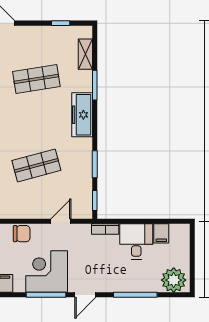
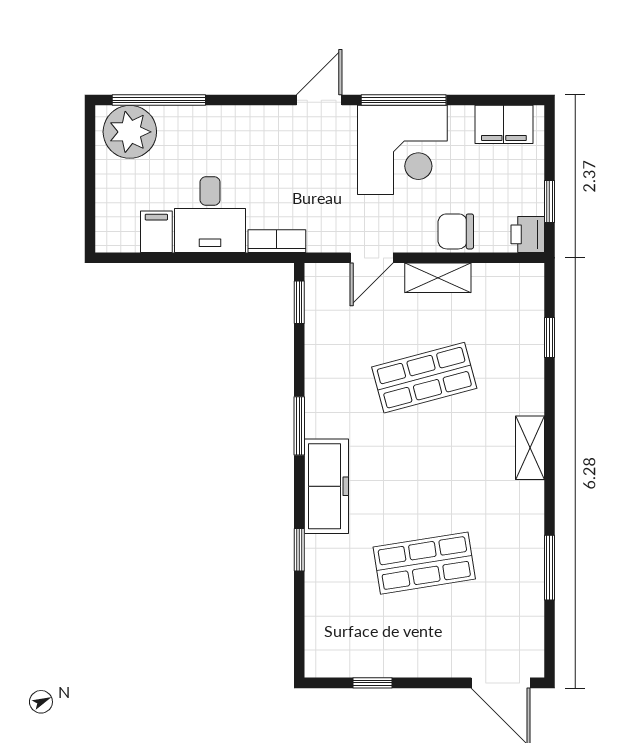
shelving: (85, 54) -> (438, 278), moved, turned 90
window: (95, 85) -> (299, 550), width x0.67
window: (95, 164) -> (299, 426), moved
window: (135, 295) -> (159, 100), moved

